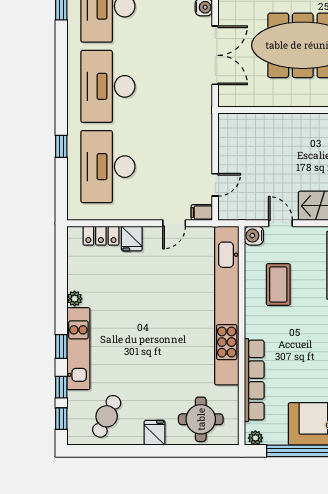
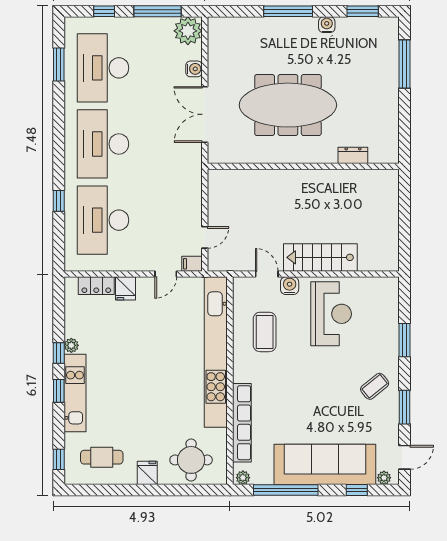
double door: (215, 55) -> (205, 114), swing flipped
water cooler: (254, 236) -> (290, 286), moved, turned 90
window: (61, 387) -> (59, 353), moved
cafe table: (107, 416) -> (102, 457), turned 64

